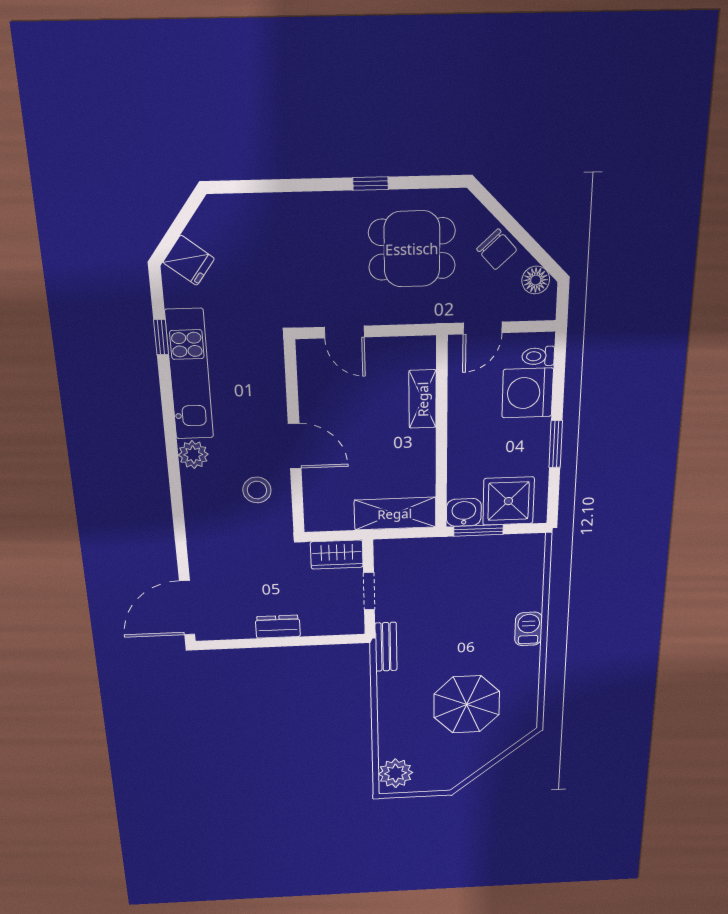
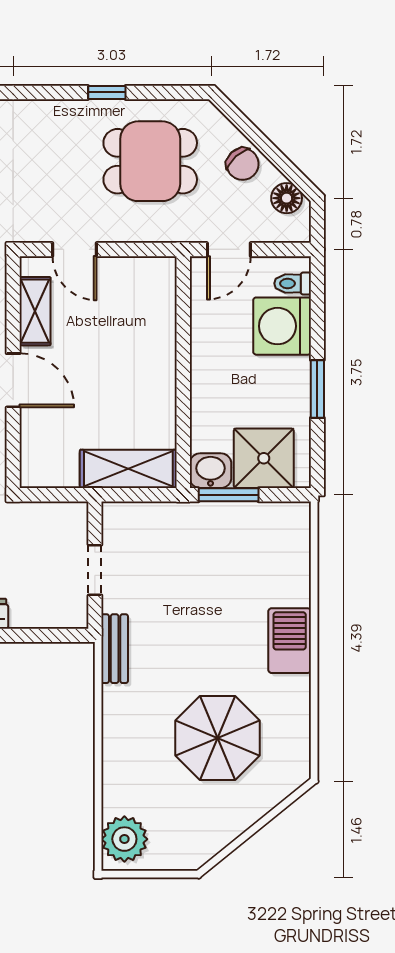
shelving: (423, 399) -> (35, 311), moved
wardrobe: (337, 555) -> (57, 519), removed
barbecue: (528, 629) -> (290, 641), width x1.38, depth x1.27

